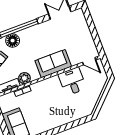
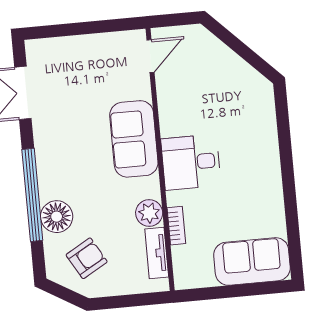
desk: (72, 81) -> (191, 162), moved

